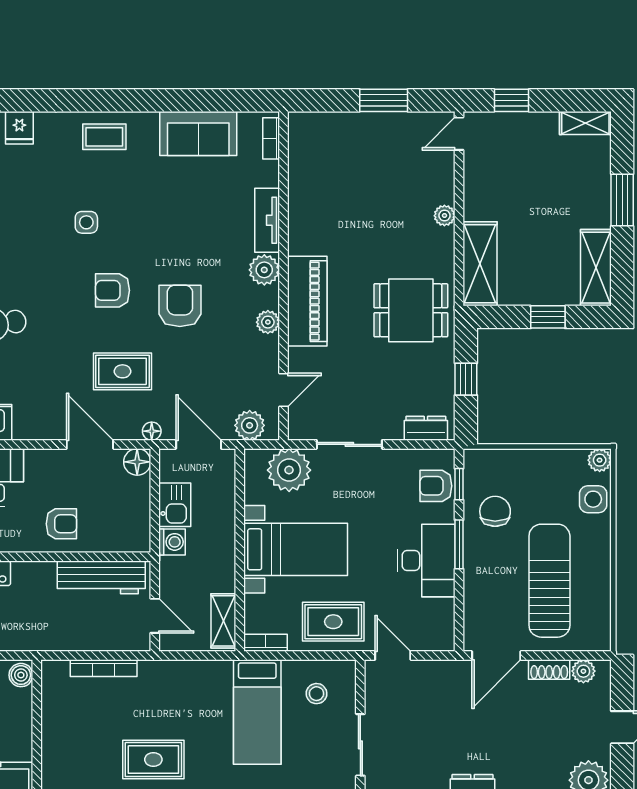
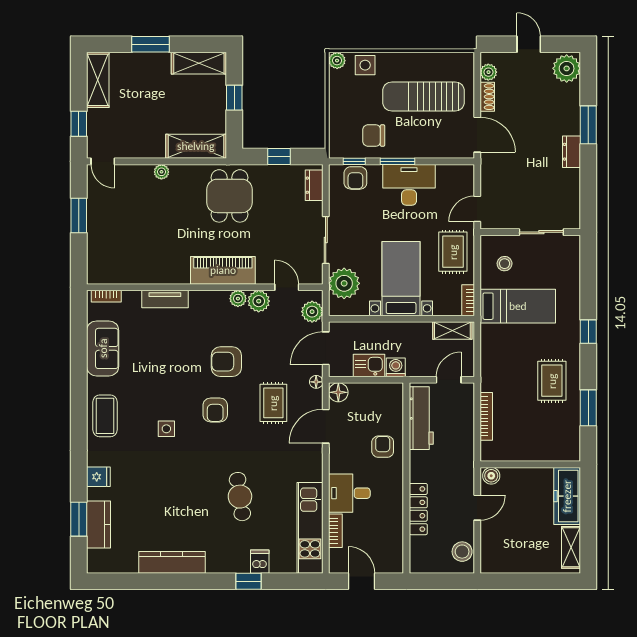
shelving: (585, 123) -> (98, 80), width x1.50, depth x1.33
coffee table: (104, 137) -> (105, 416), width x1.36, depth x1.30
plant: (264, 270) -> (259, 301), moved

